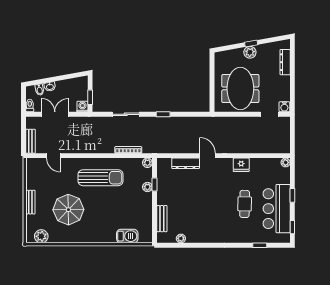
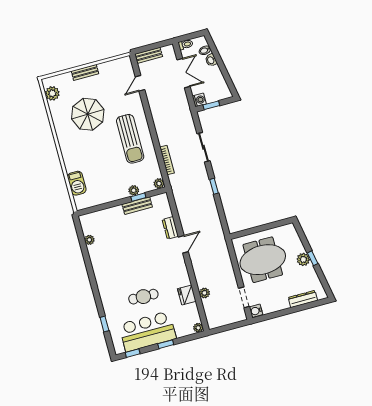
plant: (256, 149) -> (204, 293), added
dresser: (186, 163) -> (170, 228), width x0.70
fridge: (241, 165) -> (187, 295), moved
bench: (162, 219) -> (137, 206), moved

